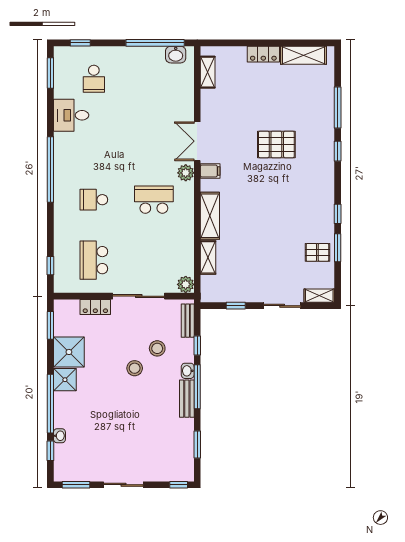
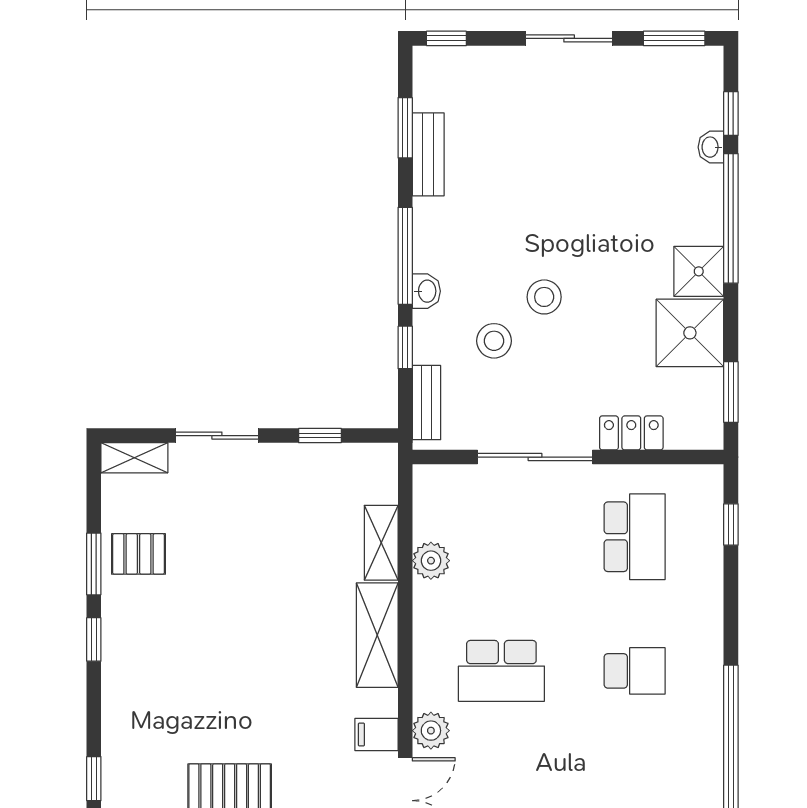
plant: (186, 284) -> (431, 561), moved
bench: (187, 399) -> (428, 154), moved

